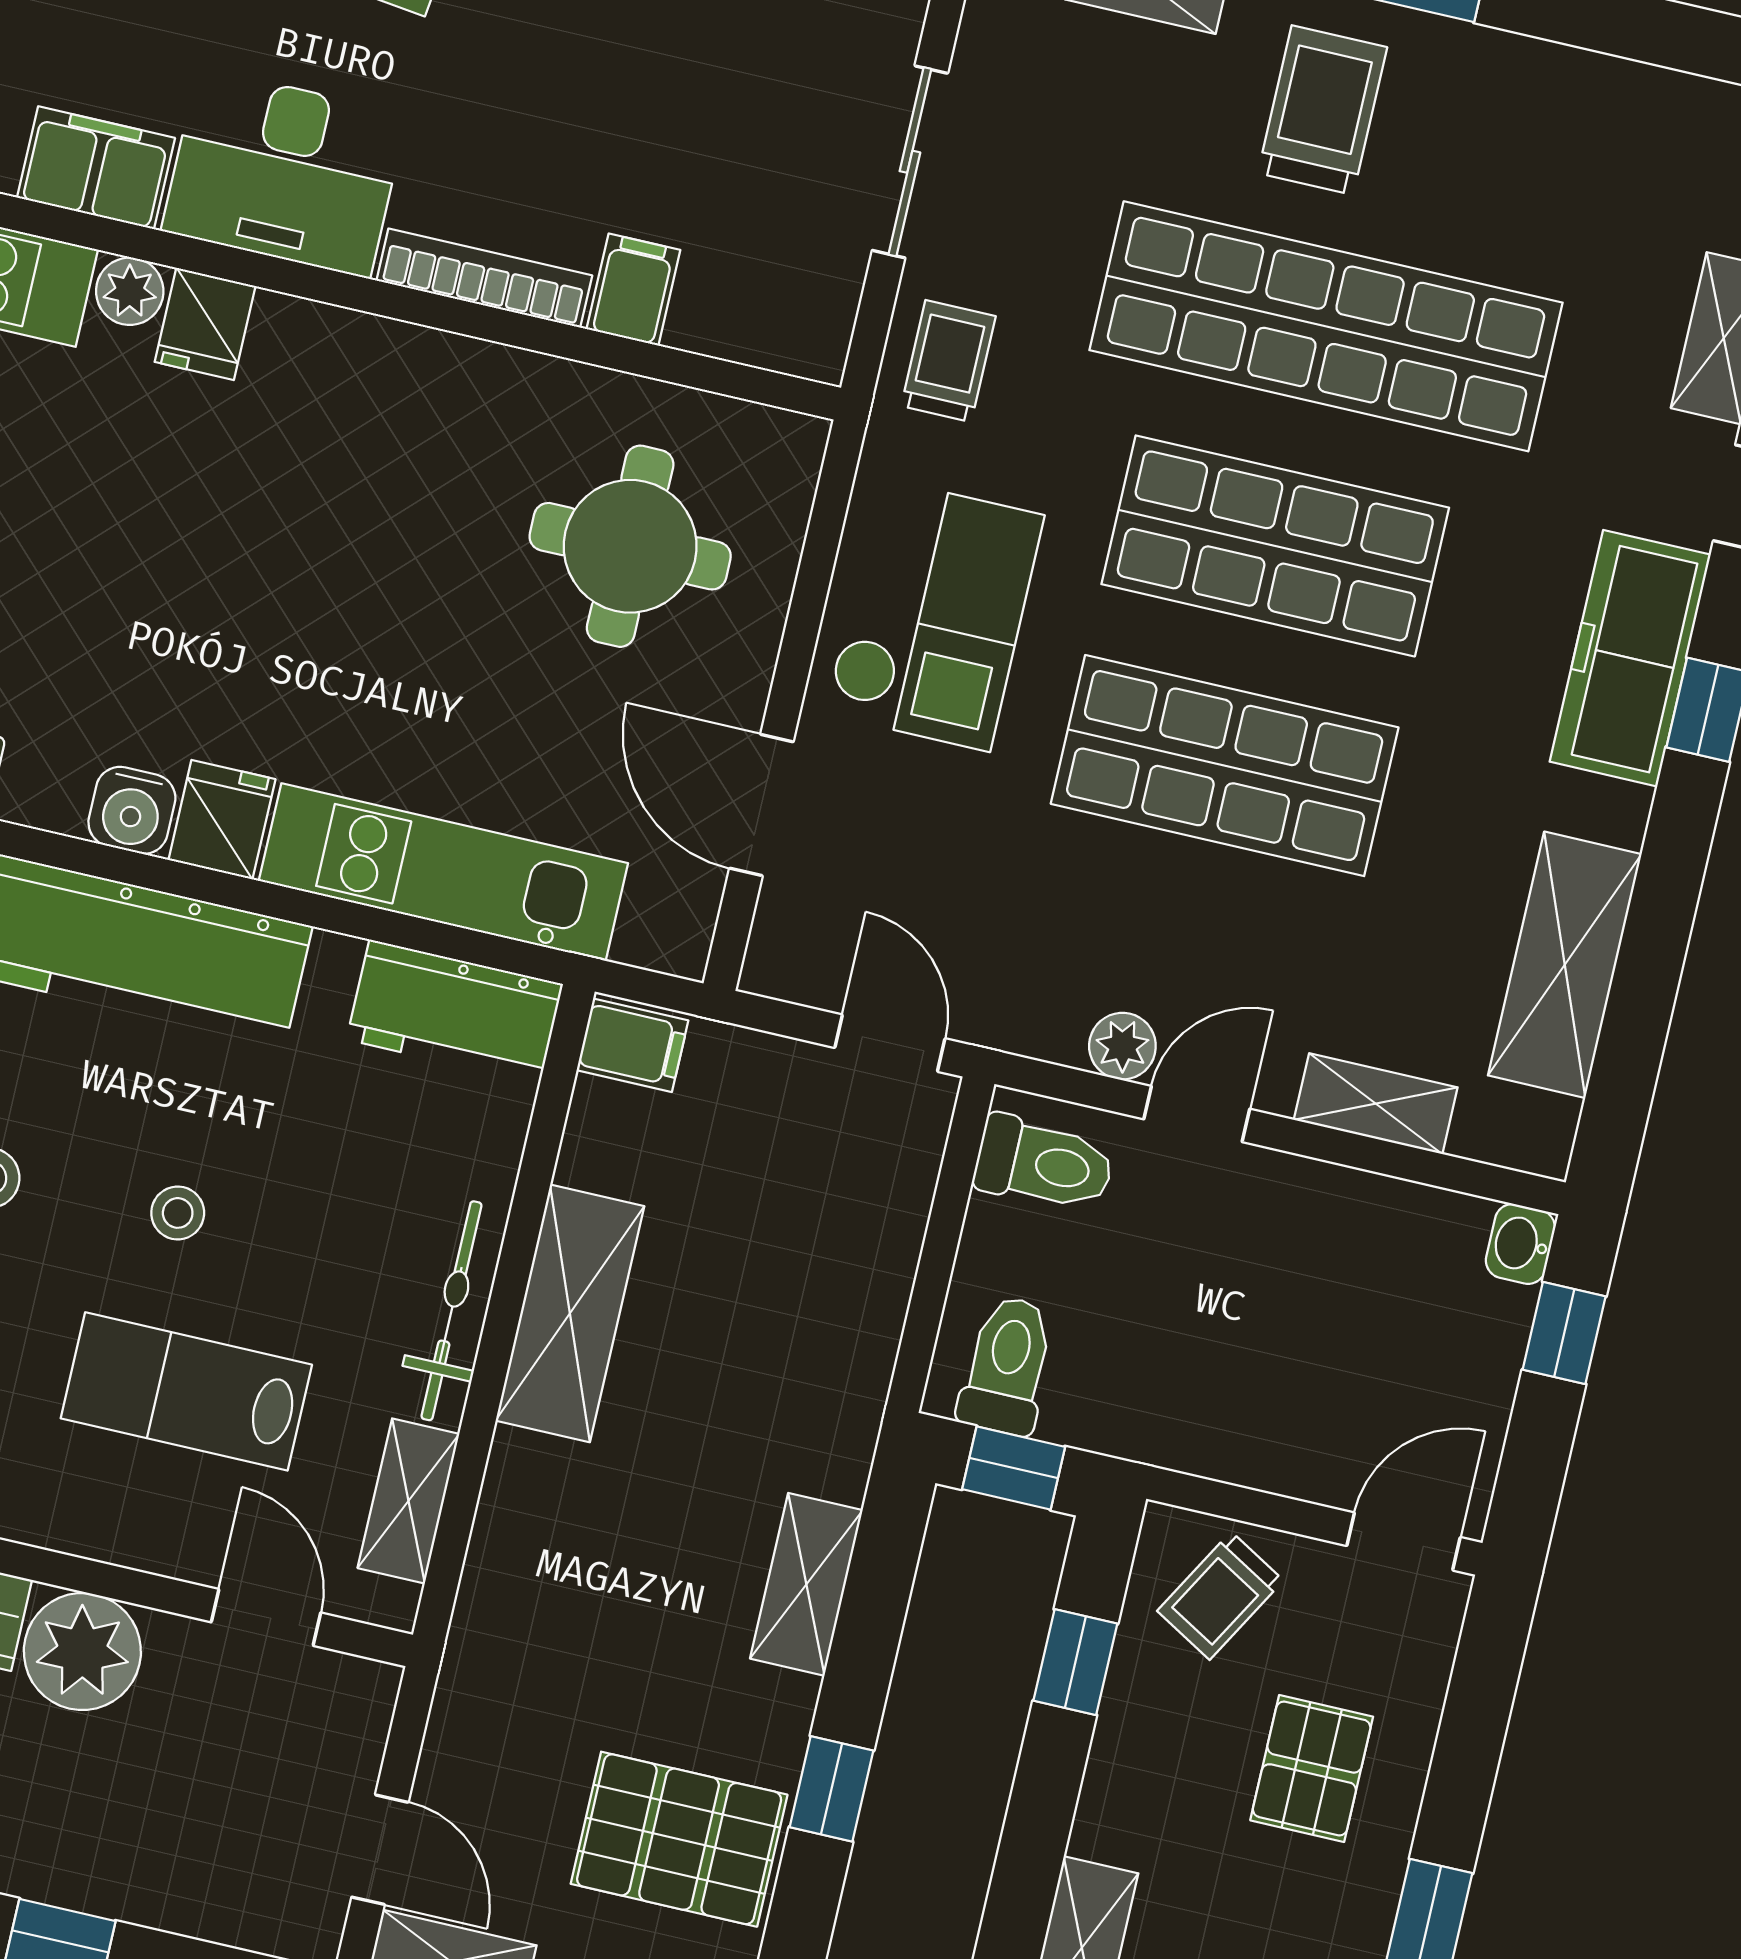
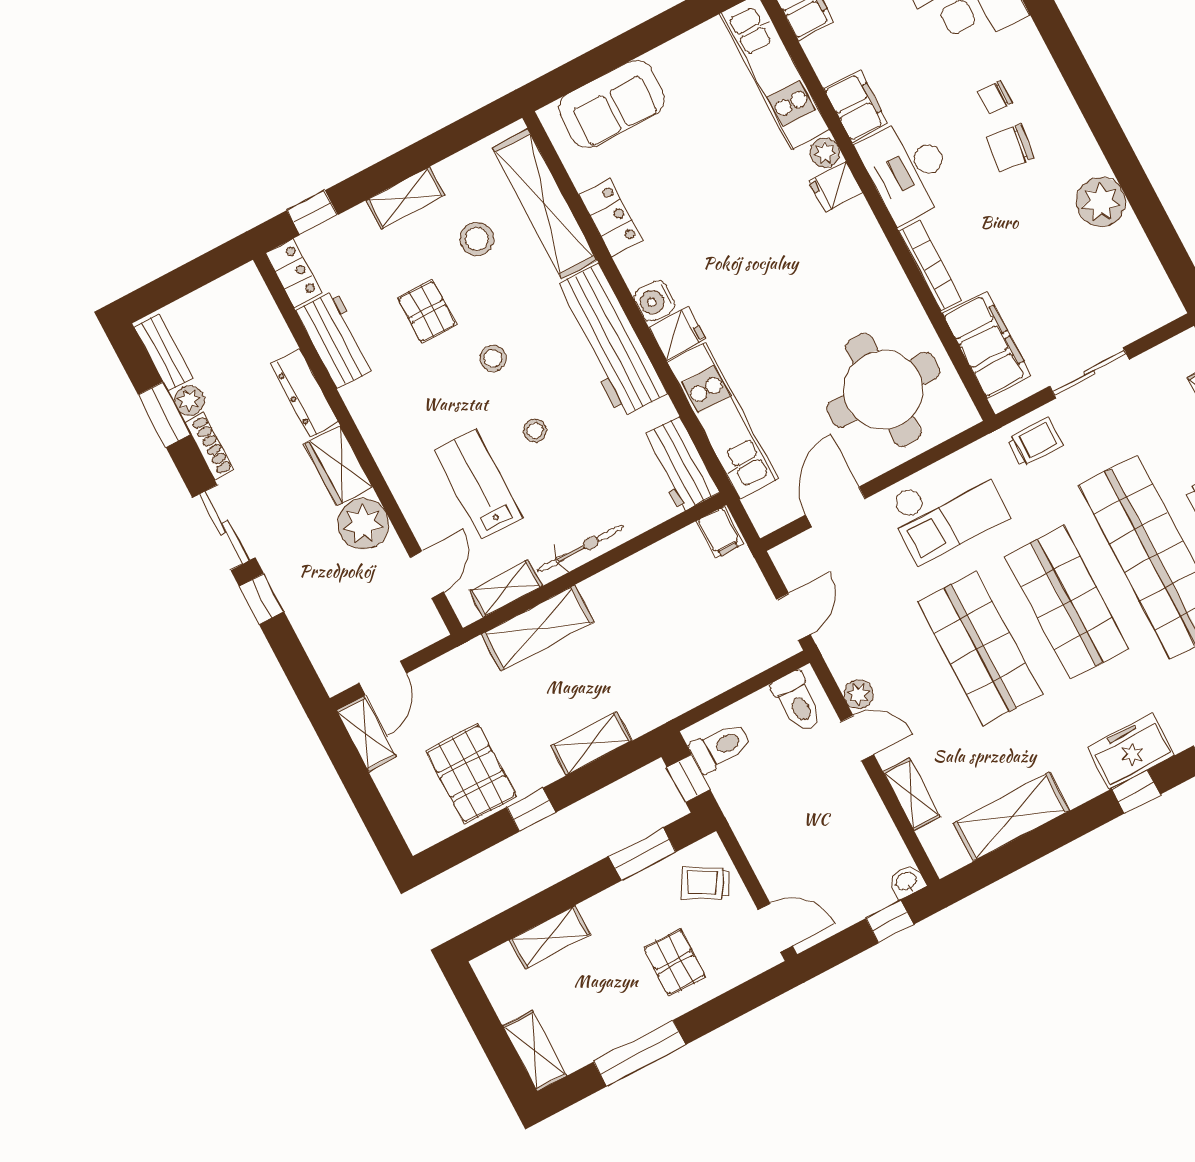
filing cabinet: (633, 290) -> (987, 345), width x3.00, depth x1.17
round table: (630, 546) -> (883, 390), width x1.36, depth x1.36
freezer: (1630, 658) -> (1131, 751), width x0.71
shelving: (570, 1313) -> (538, 628), moved
window: (1075, 1662) -> (642, 854), width x1.50
pallet: (1312, 1768) -> (674, 962), turned 90

